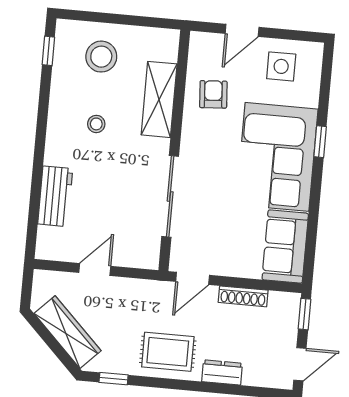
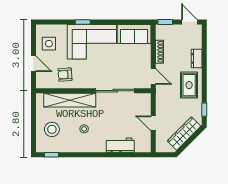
shelving: (159, 99) -> (70, 100), width x1.47

